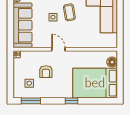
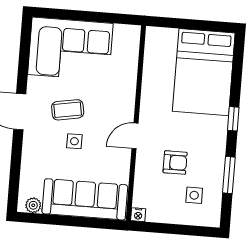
floor lamp: (112, 62) -> (167, 37), removed
window: (31, 101) -> (229, 175), moved

